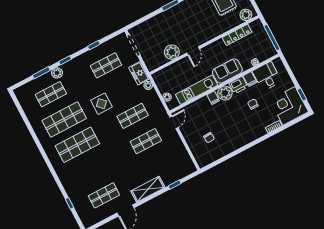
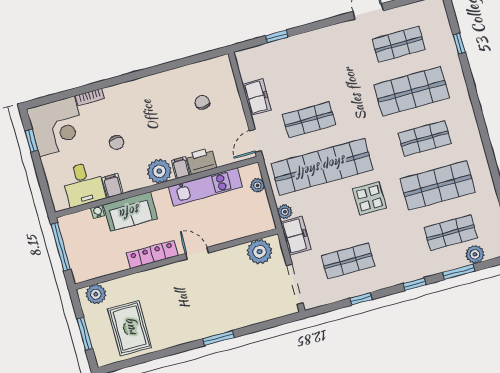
locker: (237, 35) -> (152, 254), moved
door: (193, 51) -> (197, 253), hinge flipped
plant: (172, 52) -> (260, 252), moved
sofa: (227, 71) -> (130, 212), moved
plant: (57, 73) -> (475, 254), moved
printer: (238, 85) -> (201, 161), moved
shop shelf: (133, 116) -> (322, 167), width x2.00, depth x1.36
shop shelf: (77, 145) -> (425, 138), width x0.70, depth x0.74
freezer: (178, 148) -> (257, 97), added
shop shelf: (91, 170) -> (412, 91), added
shelving: (148, 189) -> (323, 39), removed

